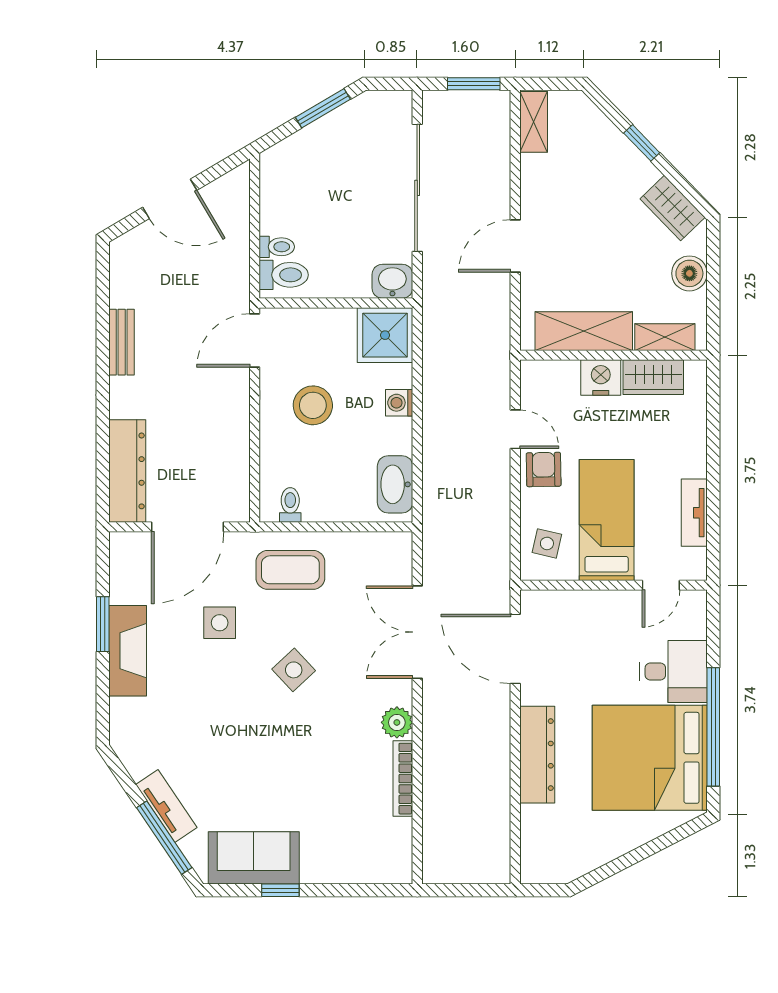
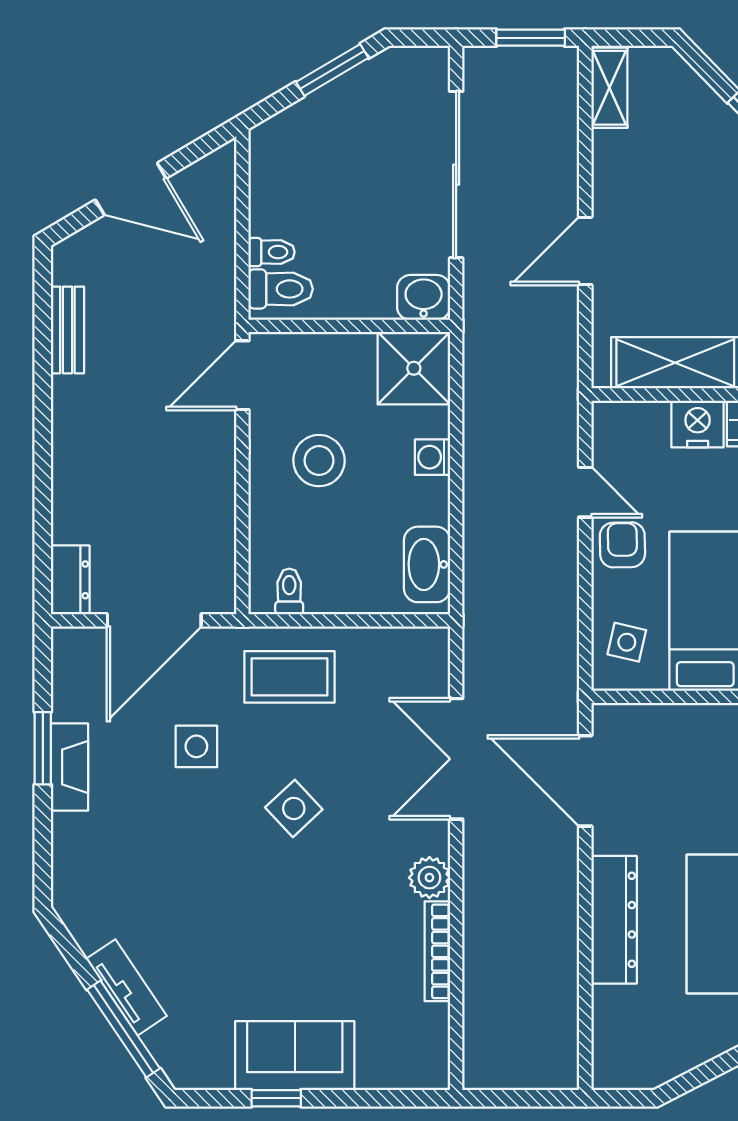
bench: (122, 342) -> (67, 330), moved
dresser: (127, 471) -> (70, 580), width x0.51, depth x0.80
fireplace: (128, 651) -> (69, 767), width x0.73, depth x0.76
sofa: (254, 858) -> (295, 1056), moved

